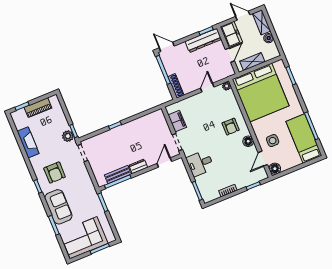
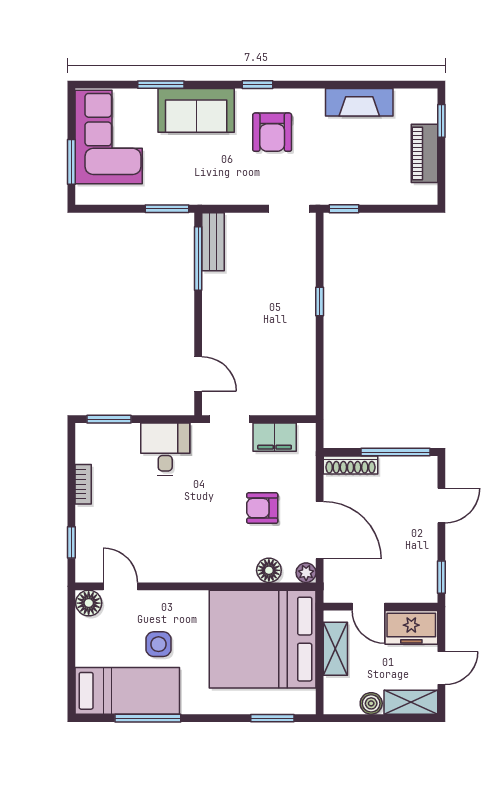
dresser: (203, 40) -> (423, 563), removed
door: (167, 47) -> (441, 506), moved
door: (207, 88) -> (320, 530), width x1.88
armchair: (231, 127) -> (262, 508), moved
plant: (68, 136) -> (338, 192), removed
floor lamp: (248, 141) -> (269, 570), moved
side table: (273, 141) -> (158, 644), moved
dresser: (138, 166) -> (213, 315), removed
armchair: (55, 173) -> (272, 132), turned -90
bench: (118, 174) -> (213, 242), moved

